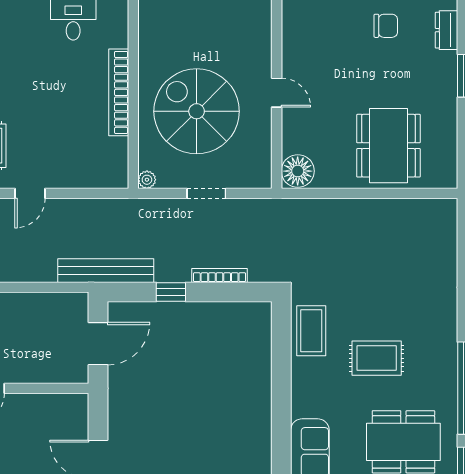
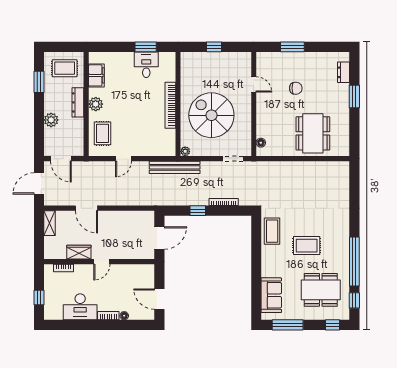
chair: (386, 26) -> (296, 88), moved
door: (277, 93) -> (254, 84), moved
floor lamp: (298, 171) -> (261, 143), width x0.53, depth x0.53
doorway: (206, 193) -> (233, 159), moved
bench: (106, 271) -> (175, 167), moved

